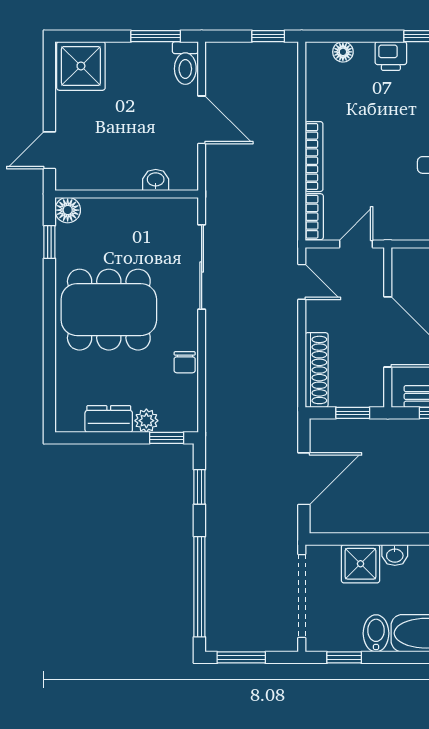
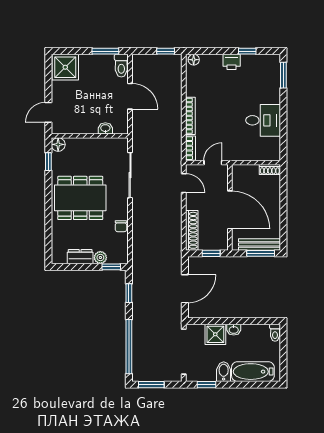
floor lamp: (343, 52) -> (194, 60), moved

